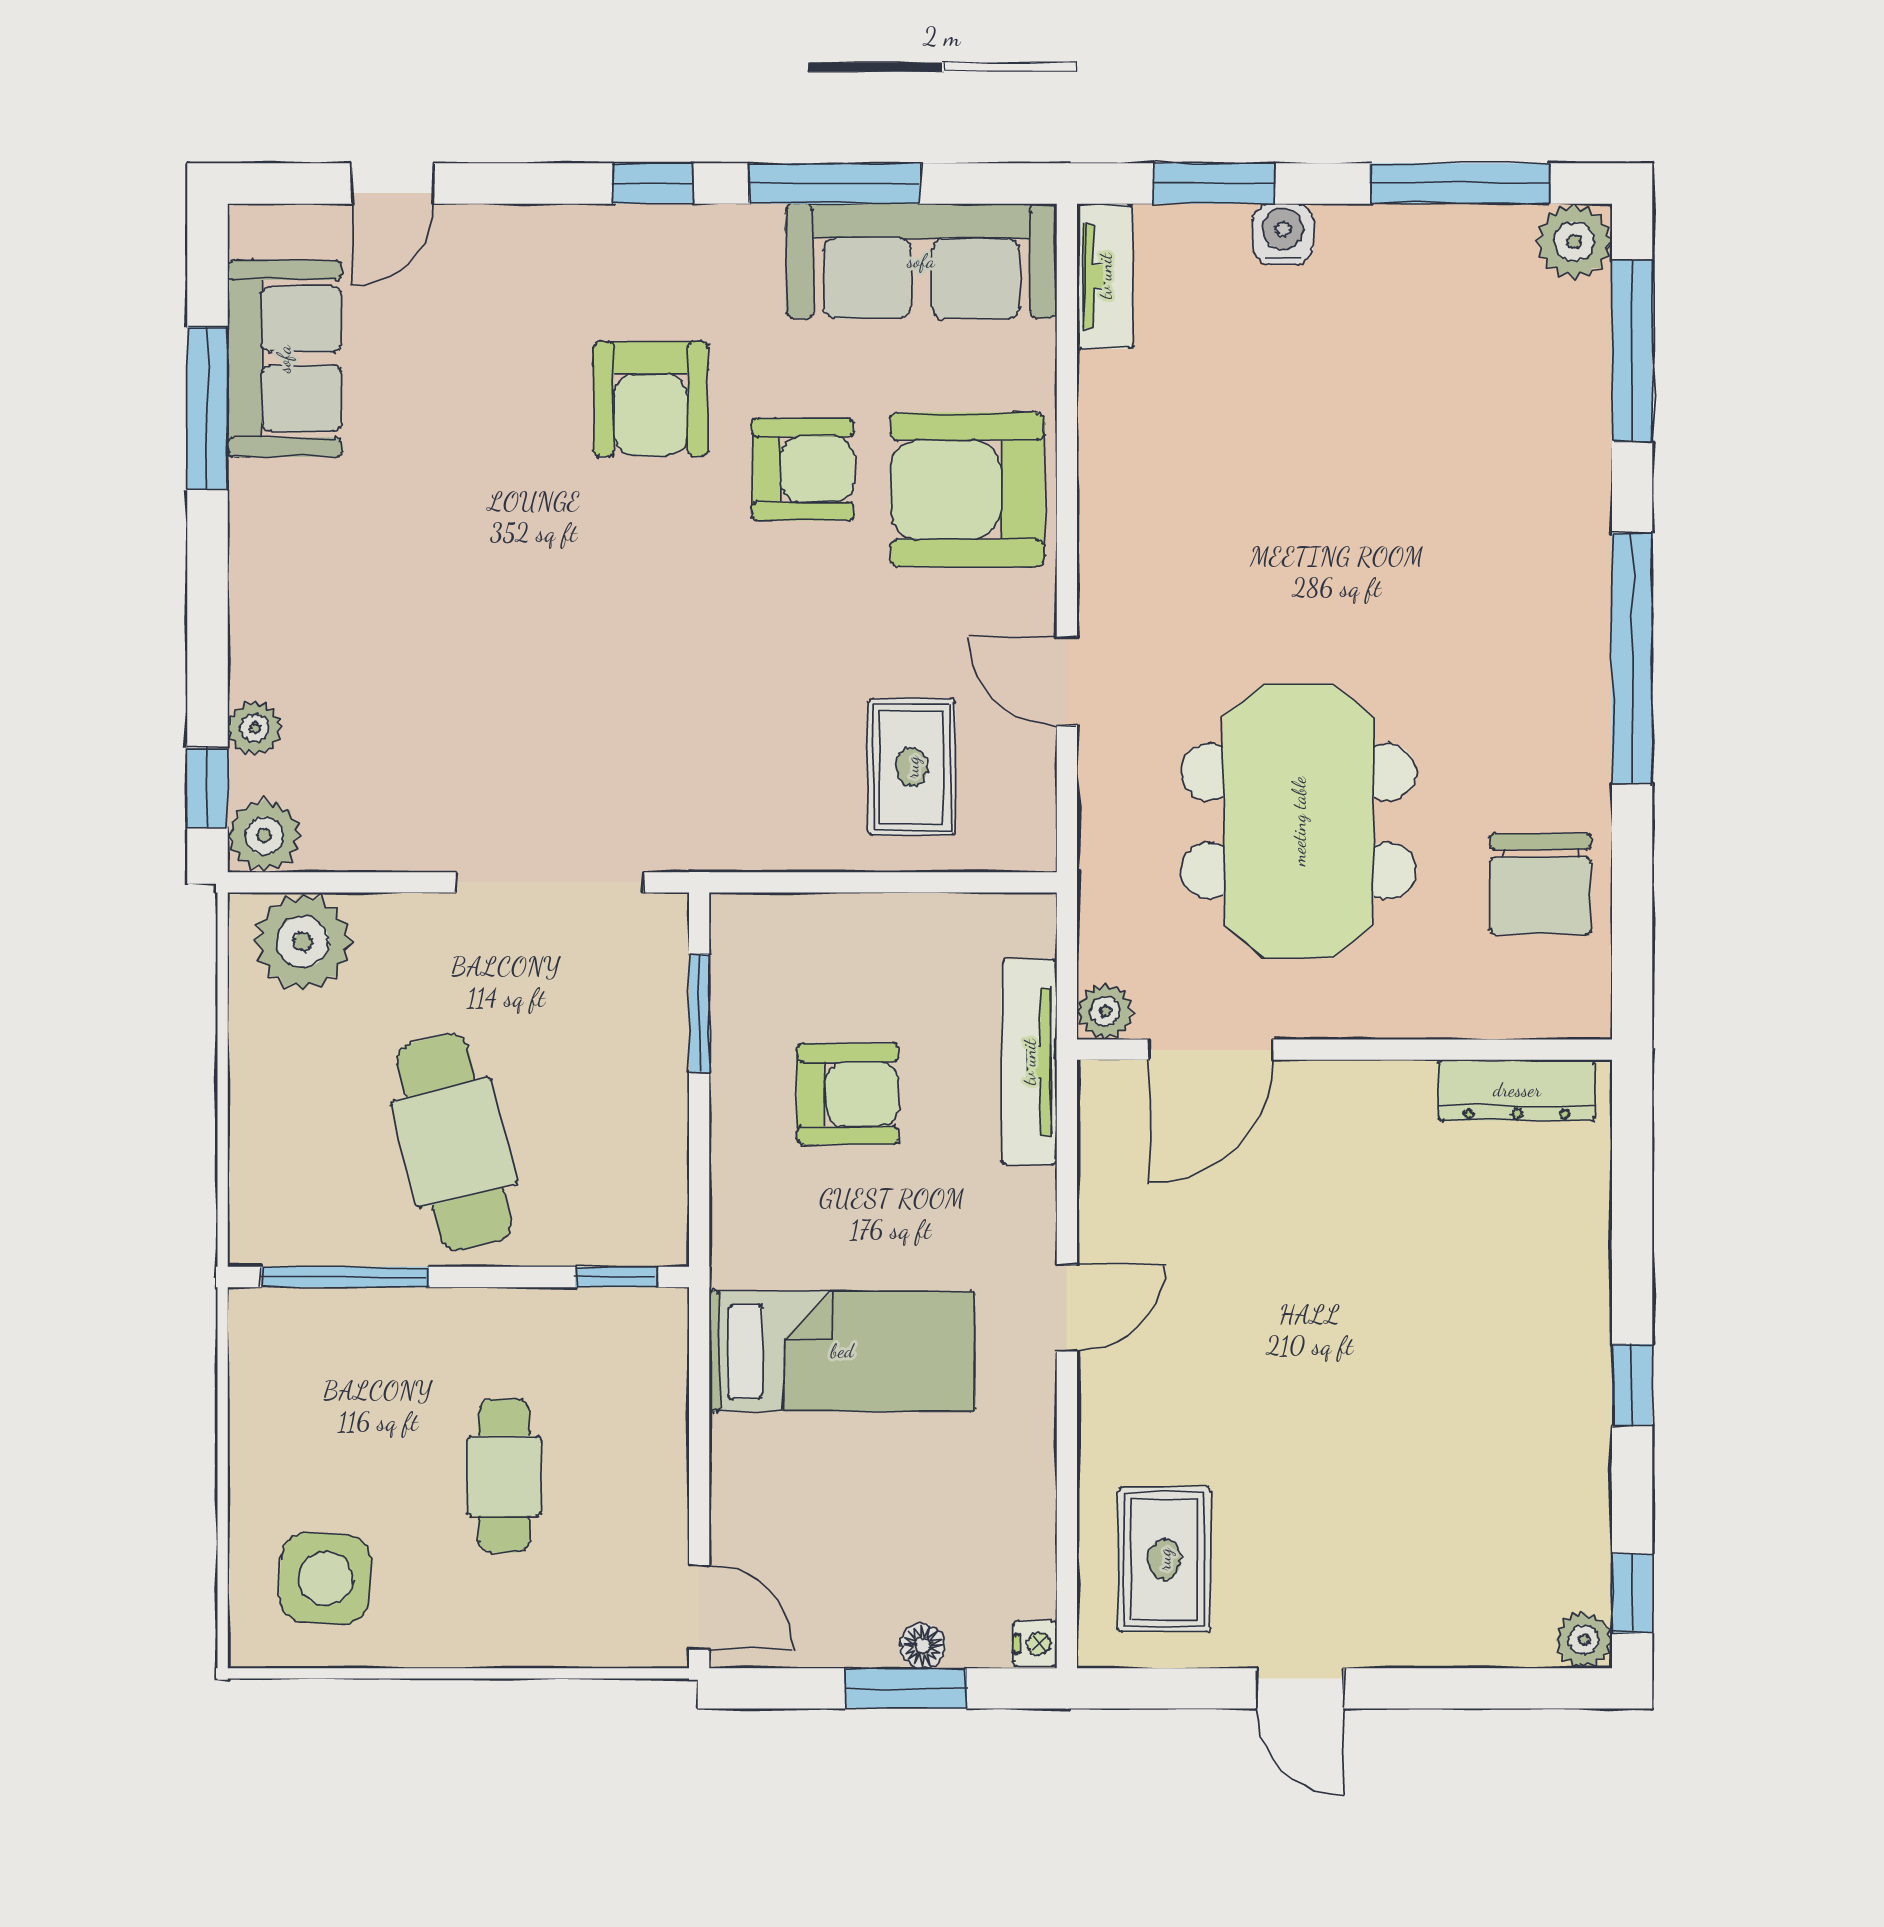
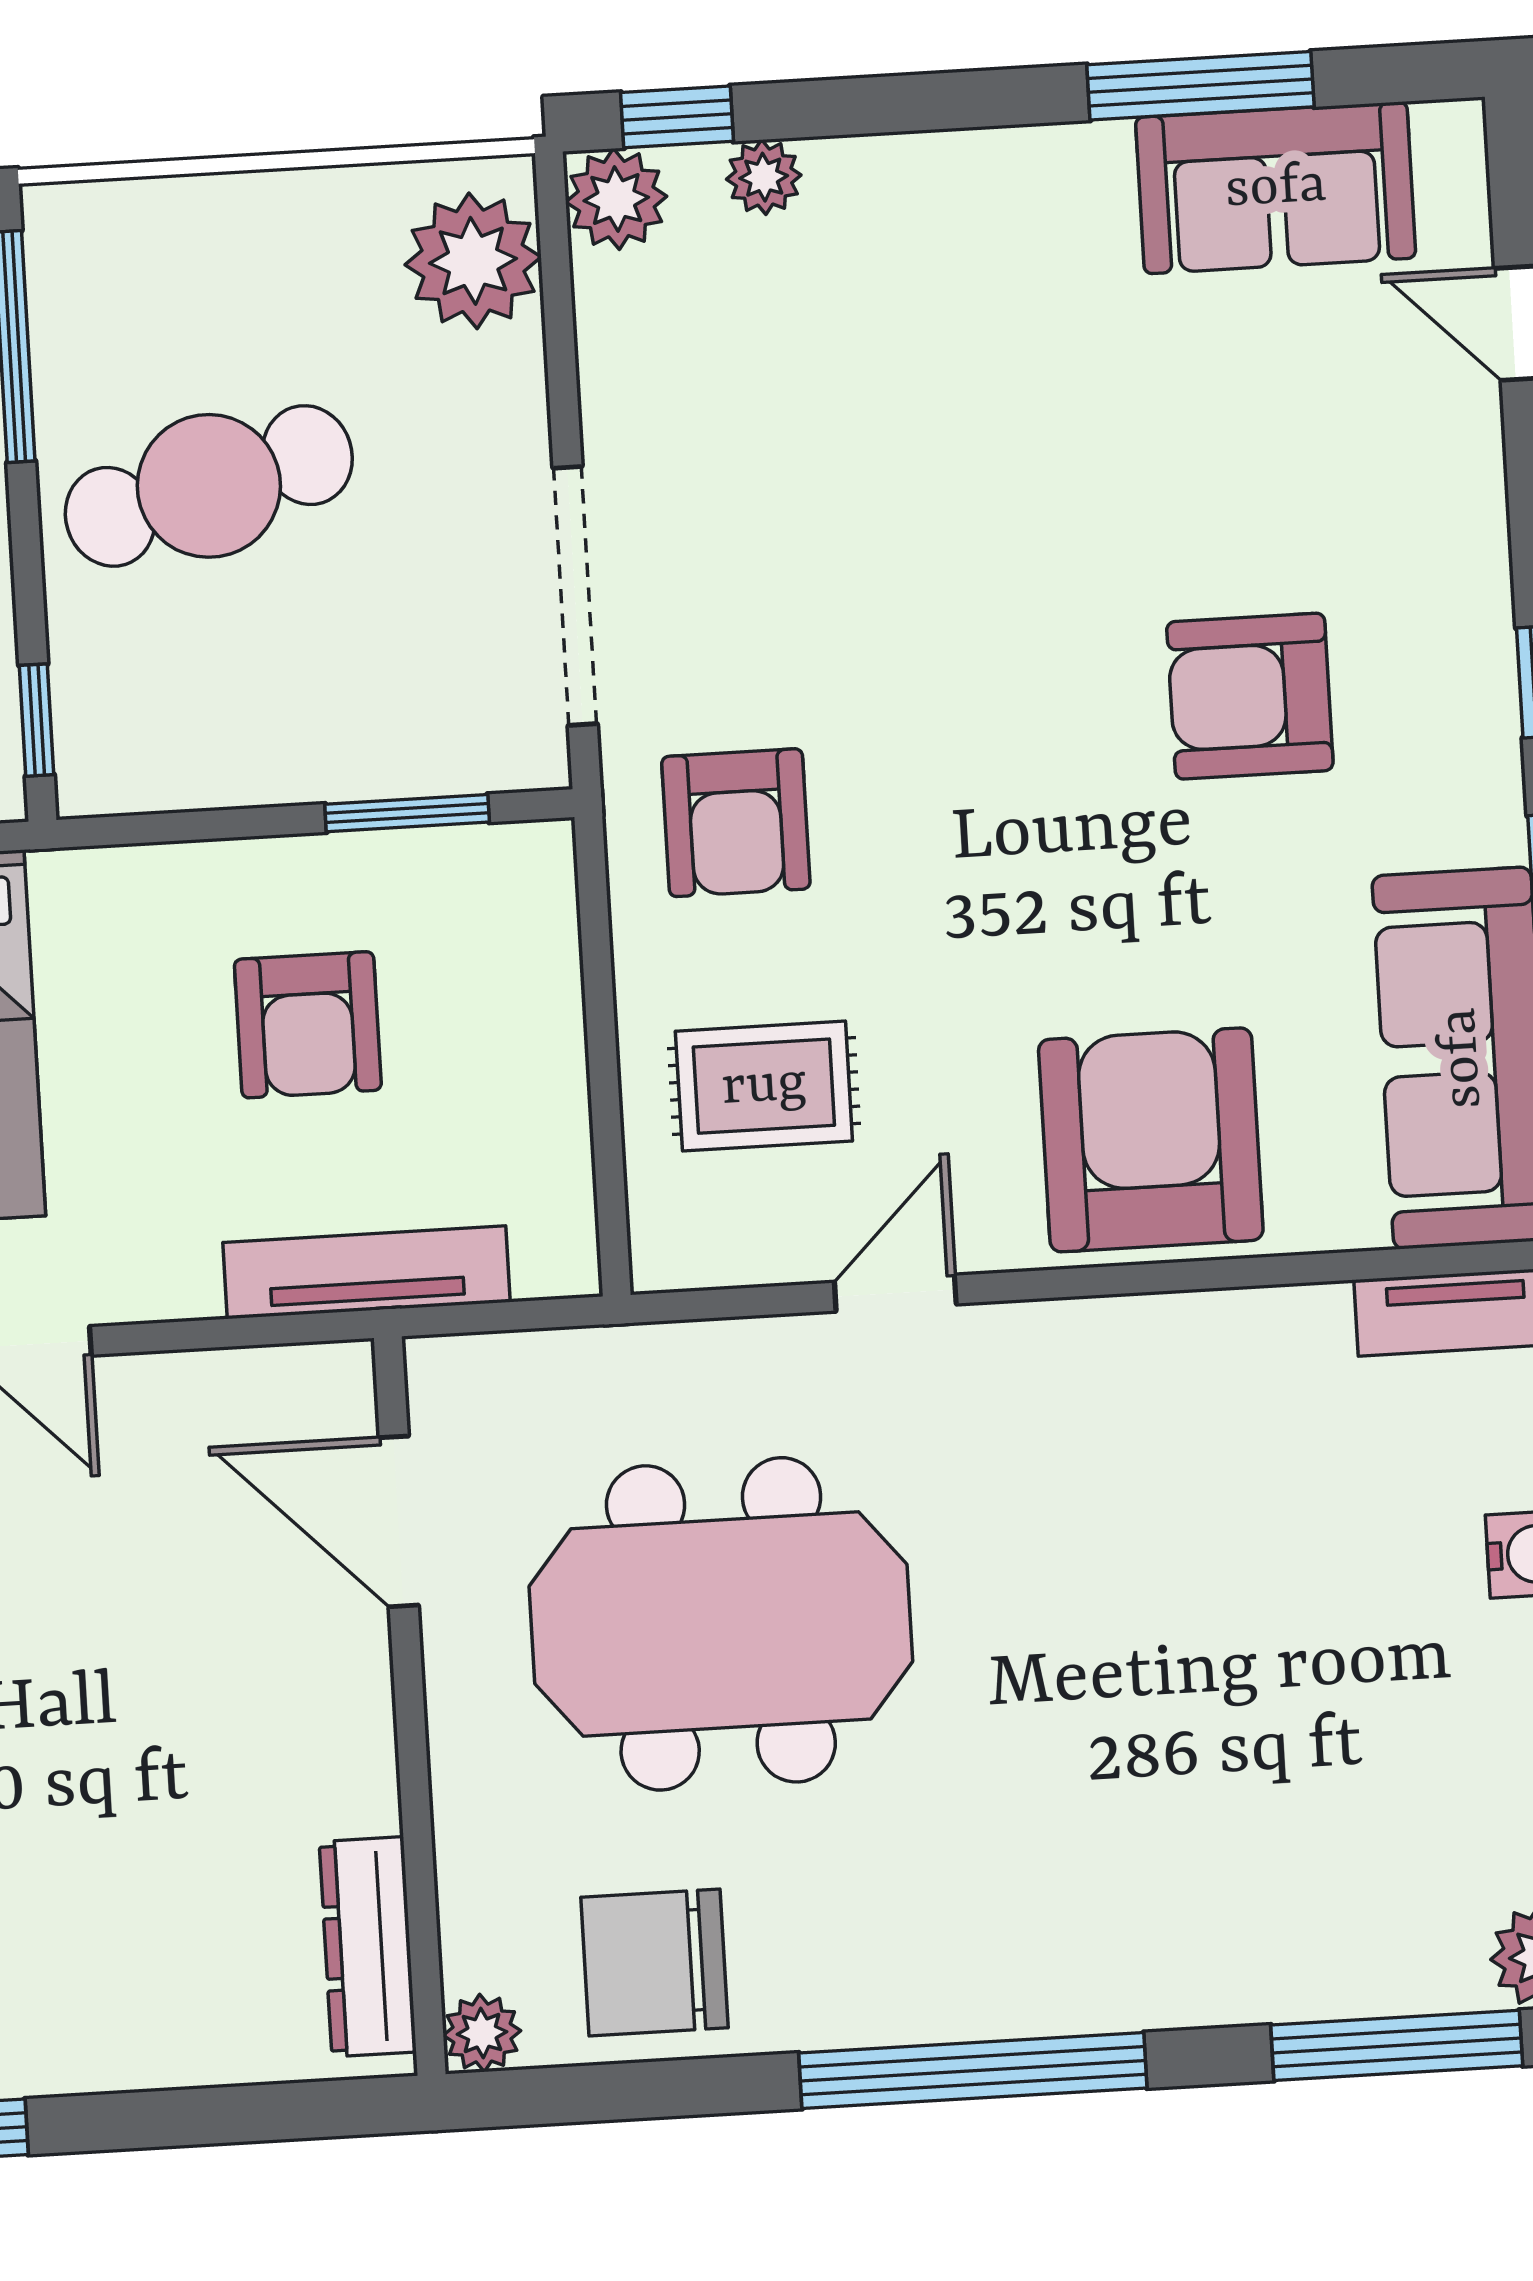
armchair: (803, 469) -> (736, 823), moved
plant: (1105, 1011) -> (482, 2033), moved

